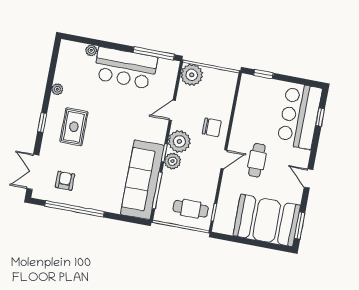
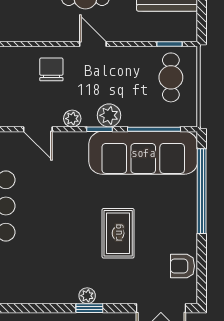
plant: (57, 89) -> (87, 296), moved
rug: (74, 127) -> (118, 233), moved, turned 90
plant: (179, 141) -> (72, 119), width x0.53, depth x0.53
armchair: (65, 181) -> (182, 266), moved
window: (74, 209) -> (202, 191), moved

